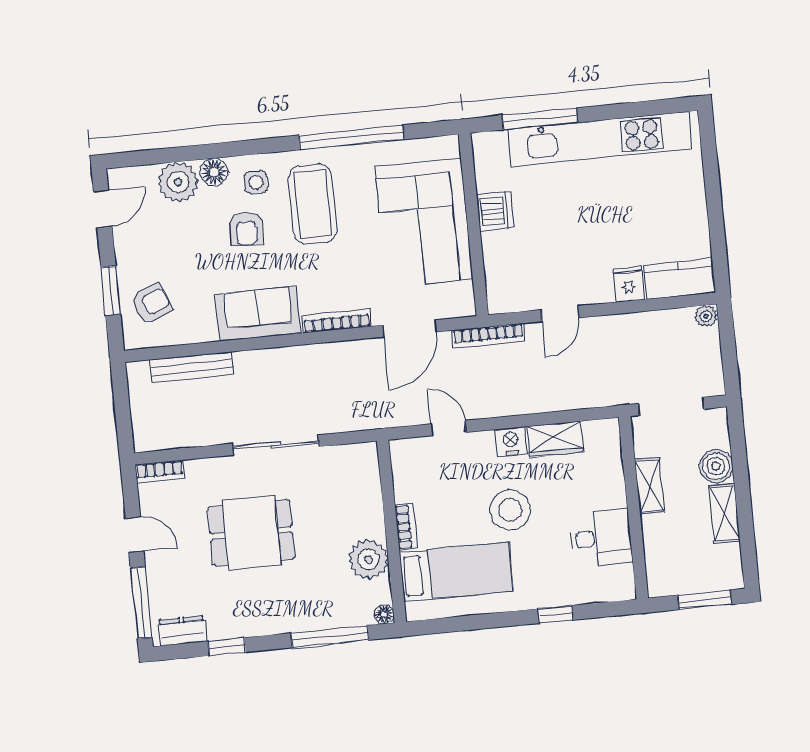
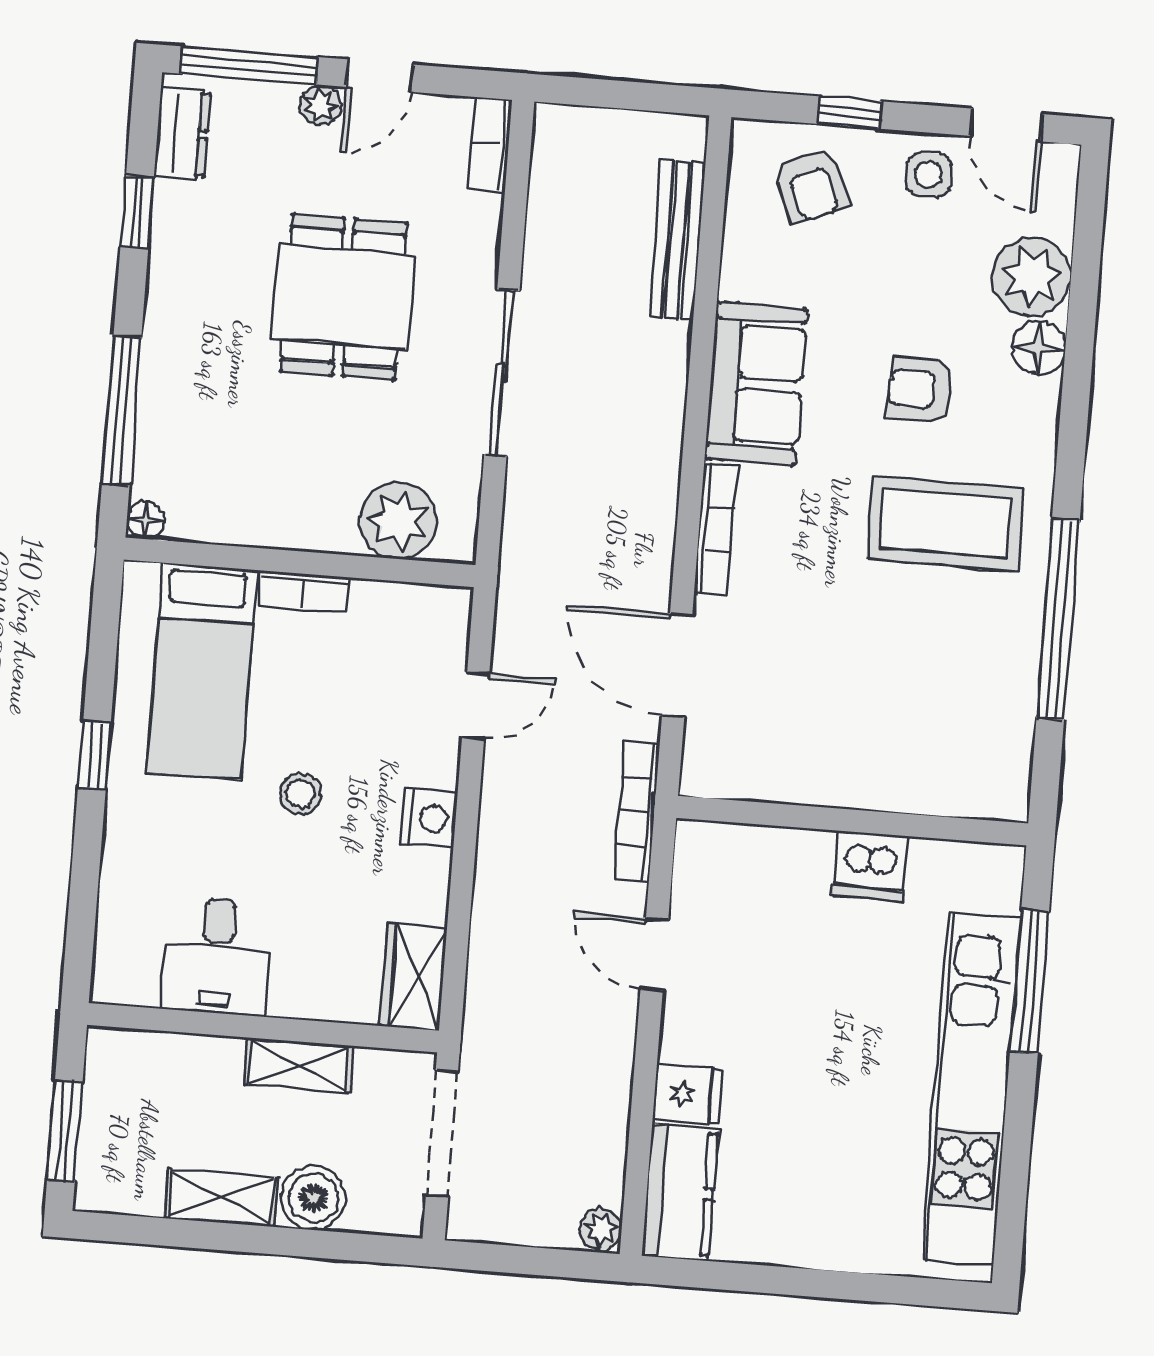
side table: (256, 182) -> (928, 175), moved
corner sofa: (424, 223) -> (872, 728), removed
window: (111, 291) -> (849, 113), width x0.67
wardrobe: (555, 439) -> (413, 977), moved
stool: (510, 510) -> (300, 794), width x0.53, depth x0.53
plant: (368, 559) -> (398, 521), moved
plant: (155, 562) -> (320, 105), added
window: (556, 614) -> (94, 755), moved

